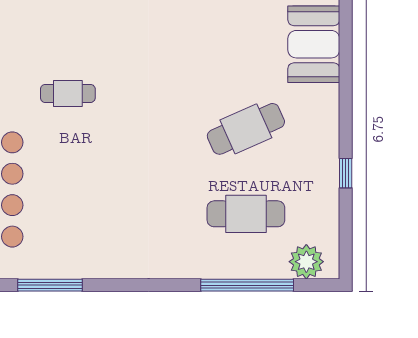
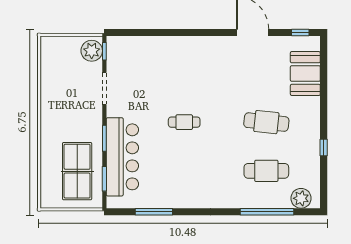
cafe table: (68, 93) -> (184, 122), moved
cafe table: (246, 129) -> (266, 122), turned 30

